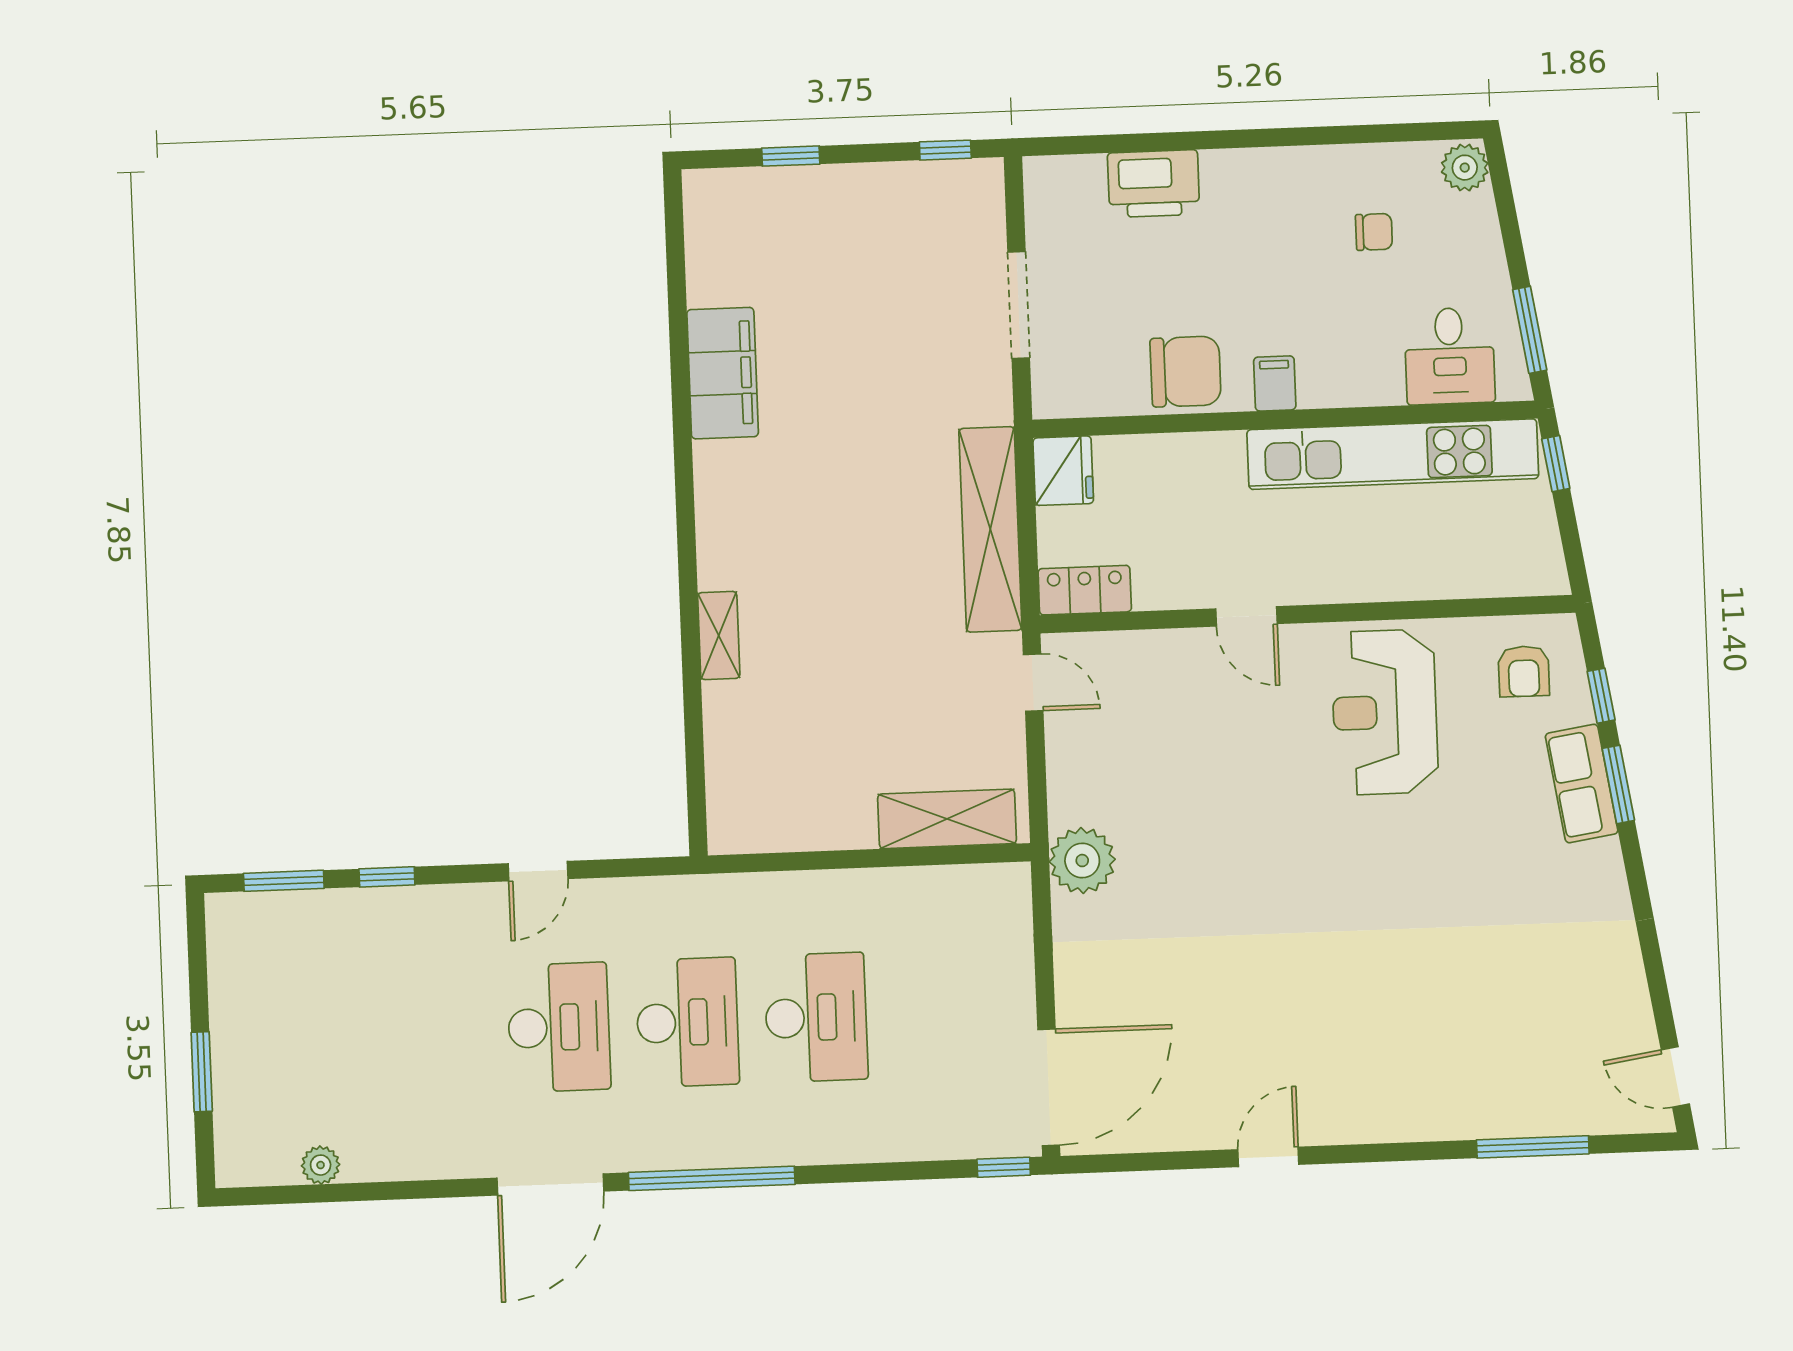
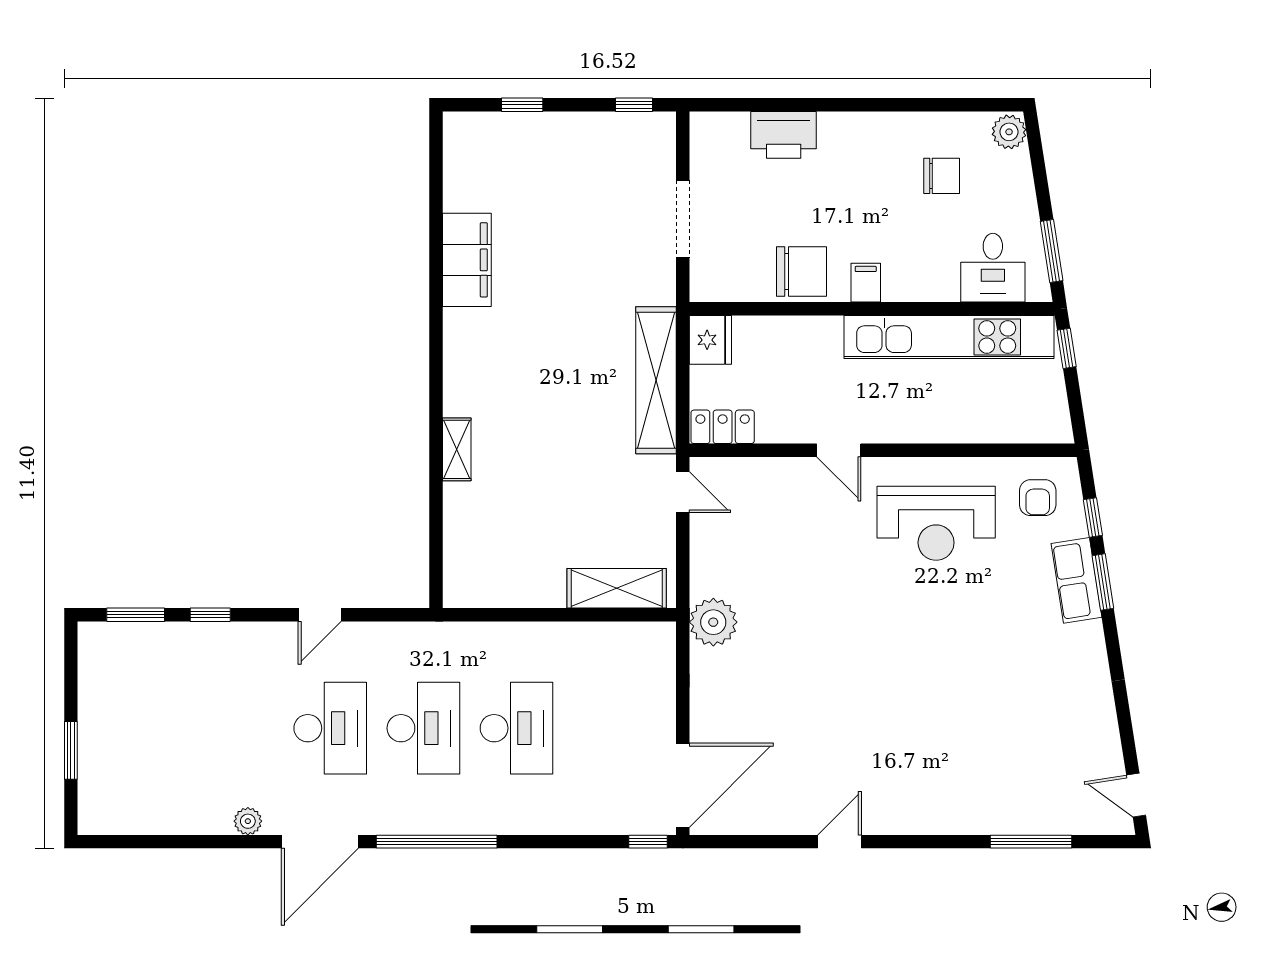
chair: (1374, 232) -> (942, 176), width x1.37, depth x1.37
reception desk: (1385, 712) -> (936, 523), turned -90
plant: (321, 1165) -> (248, 821), moved

